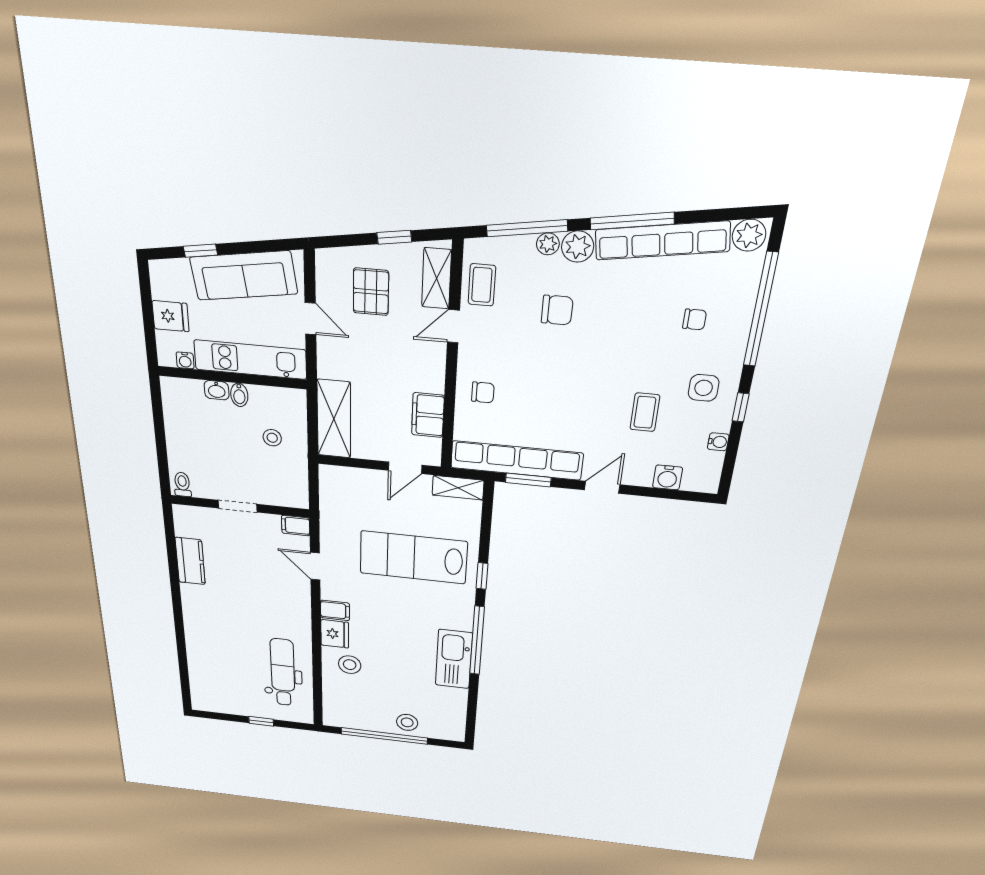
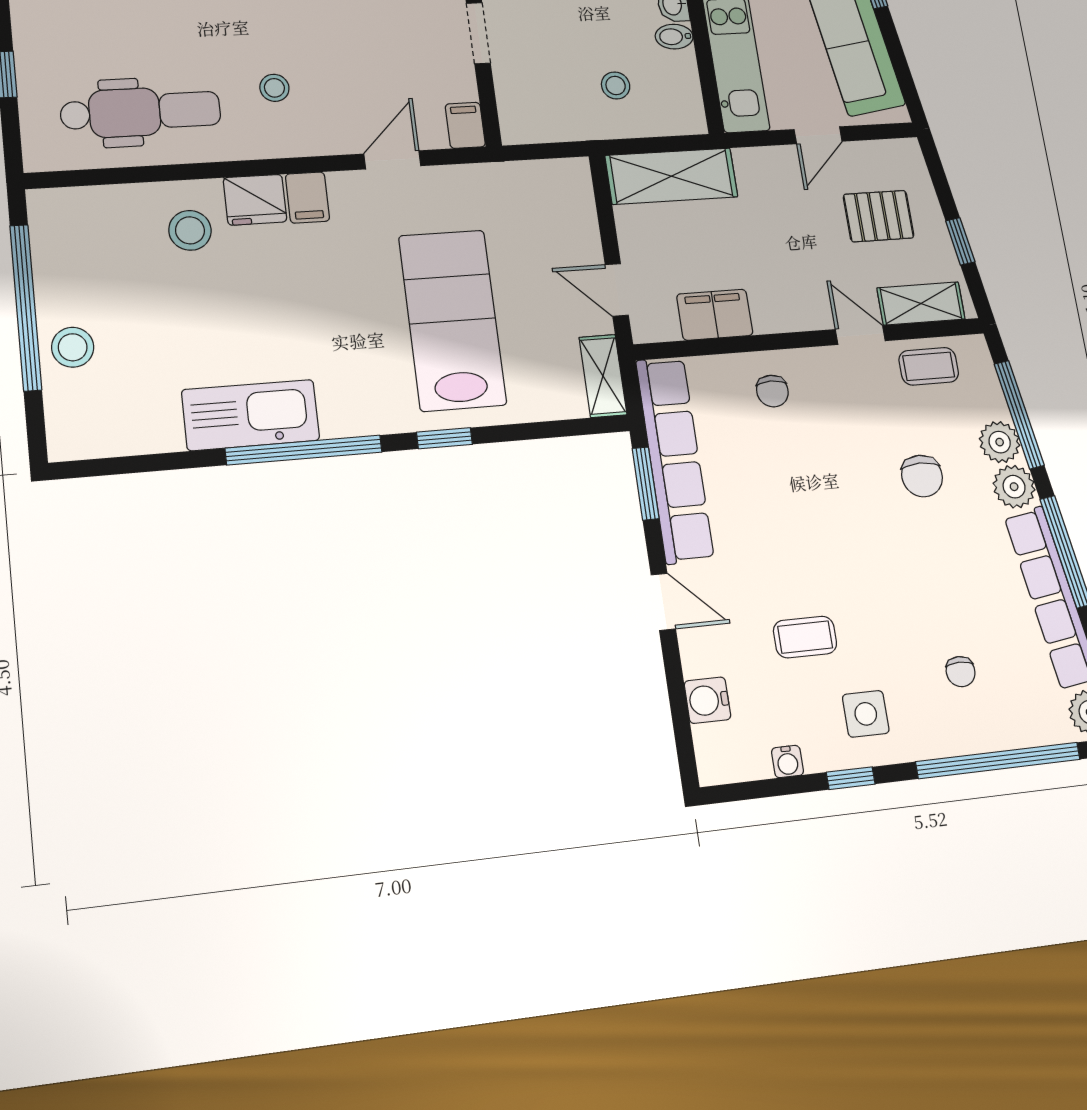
plant: (548, 244) -> (1000, 442), width x1.38, depth x1.38
stool: (270, 612) -> (274, 88), added

